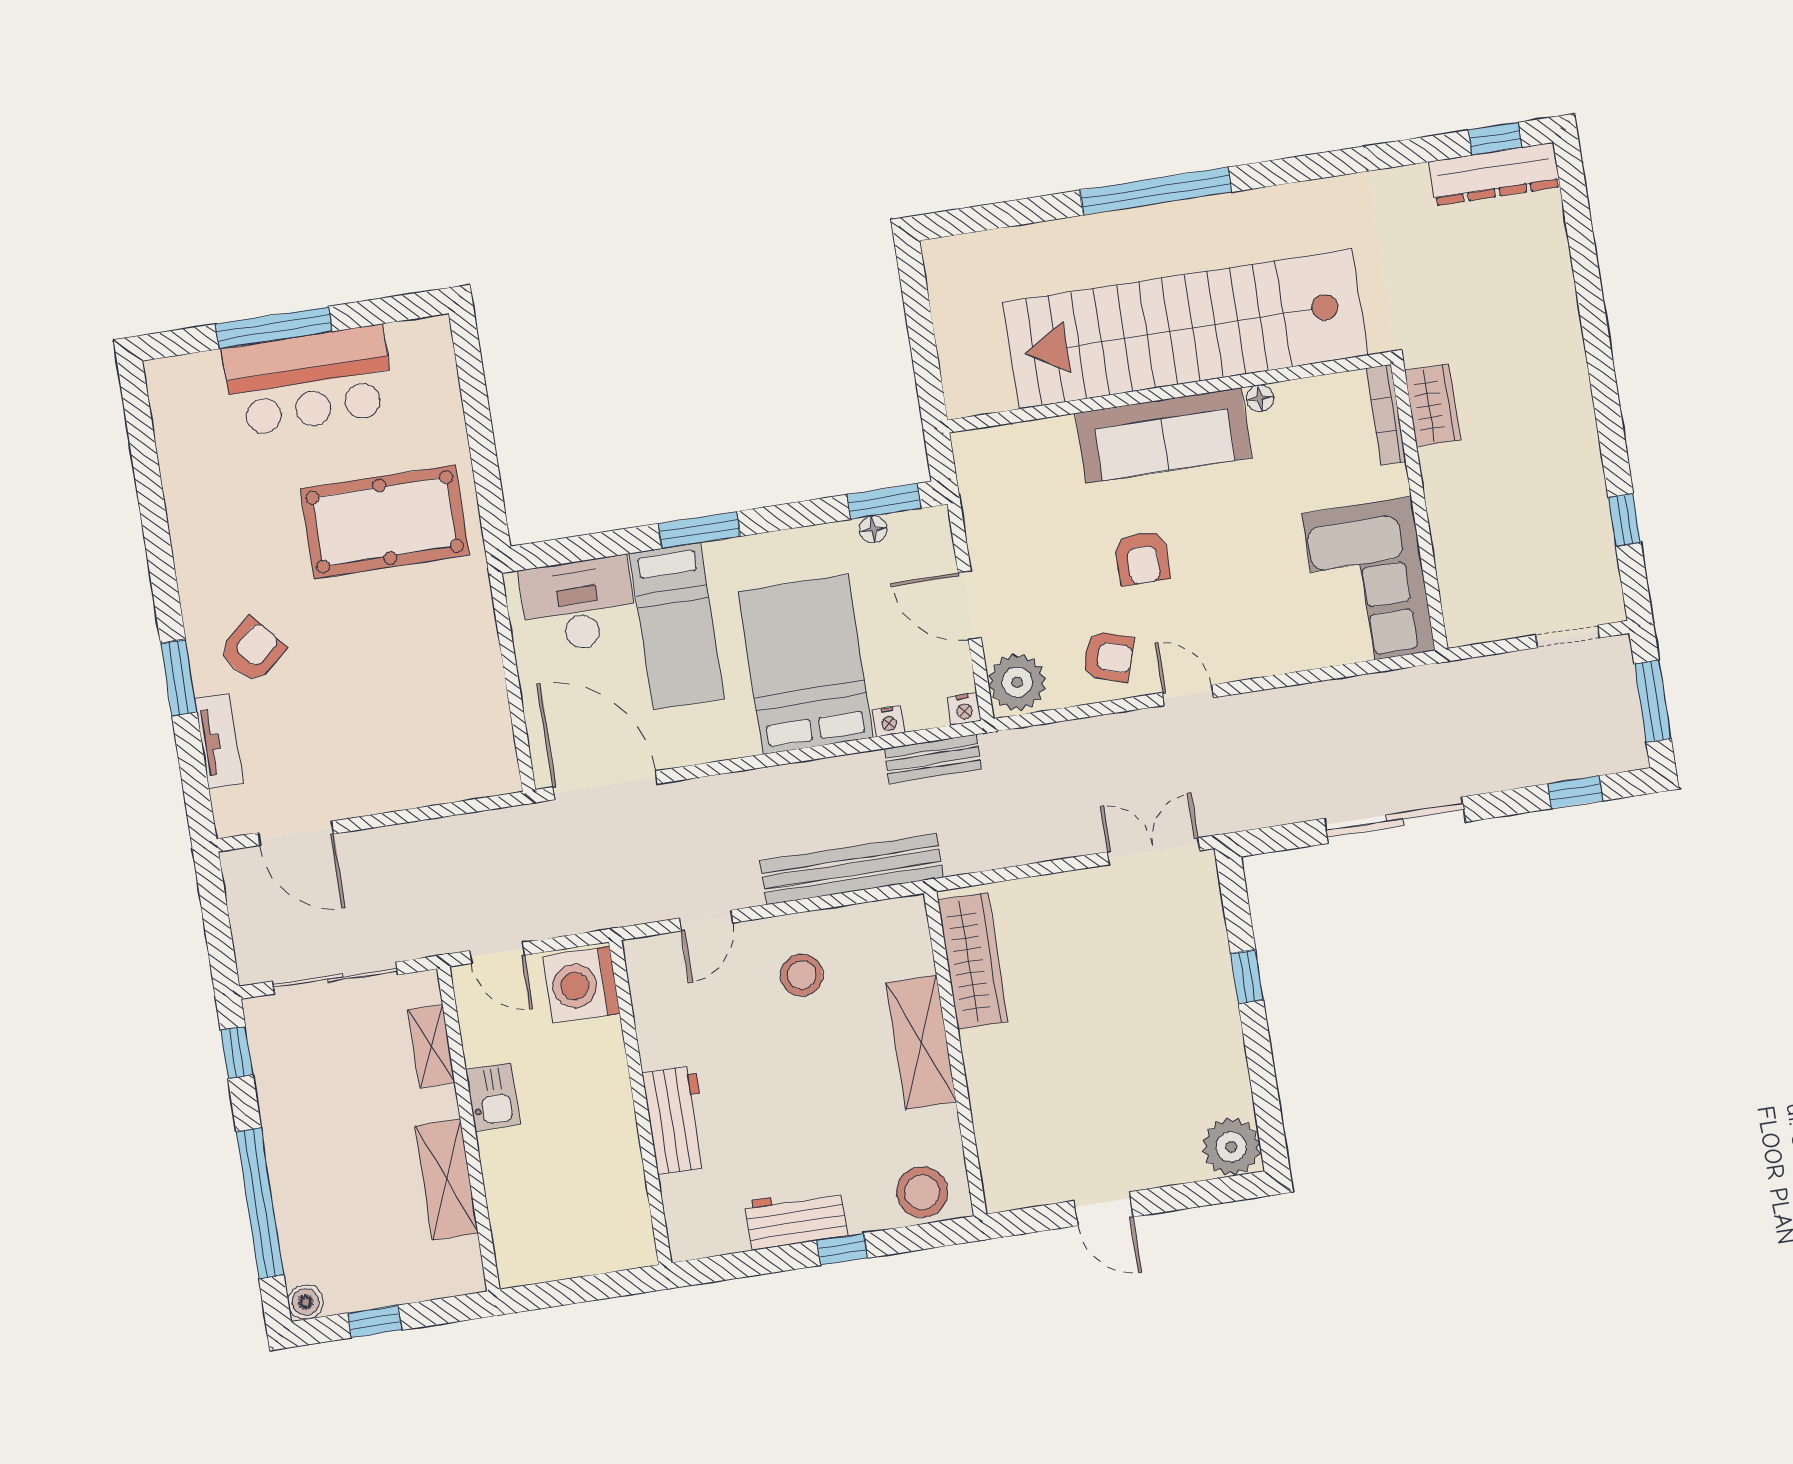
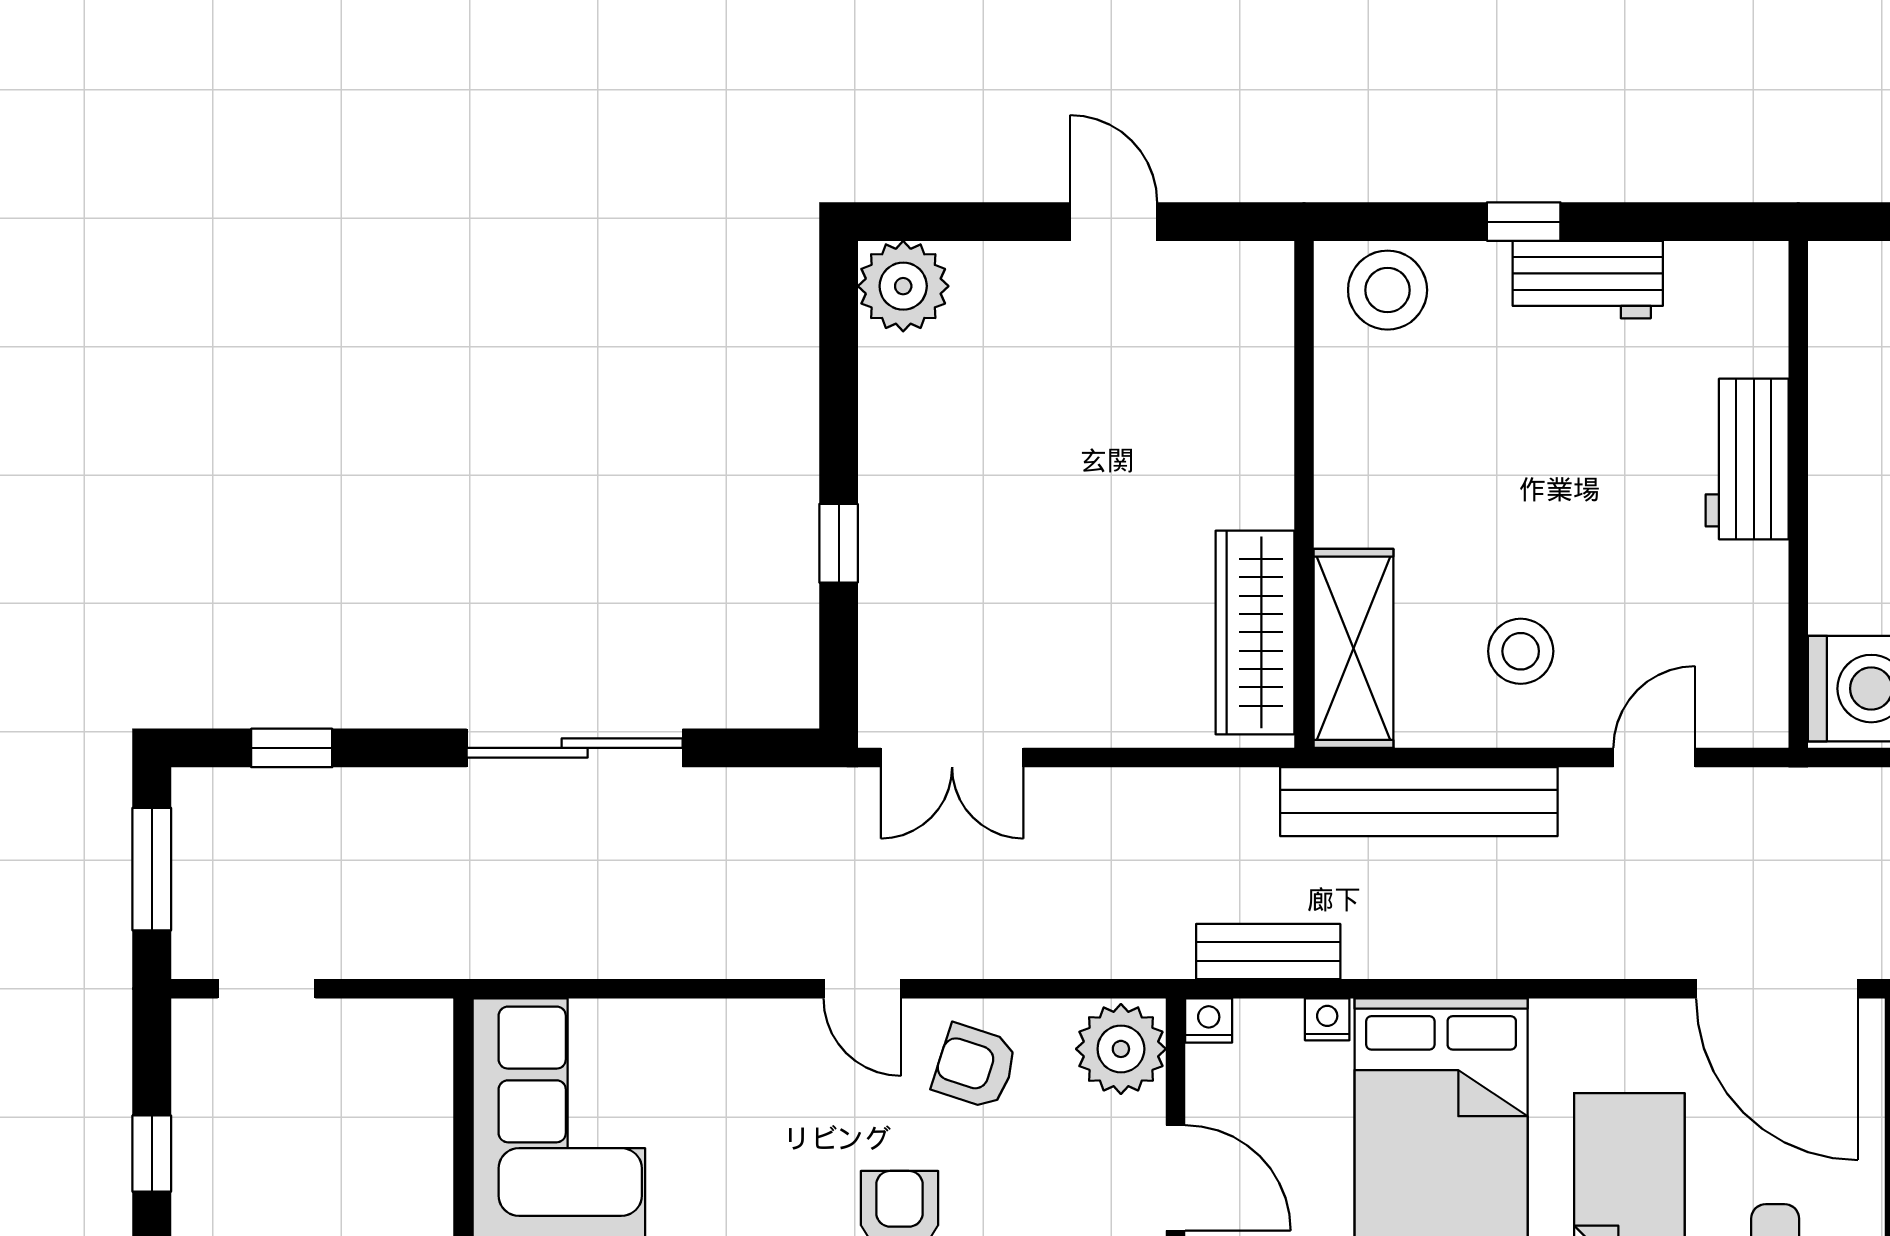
shelving: (921, 1042) -> (1353, 648), moved

